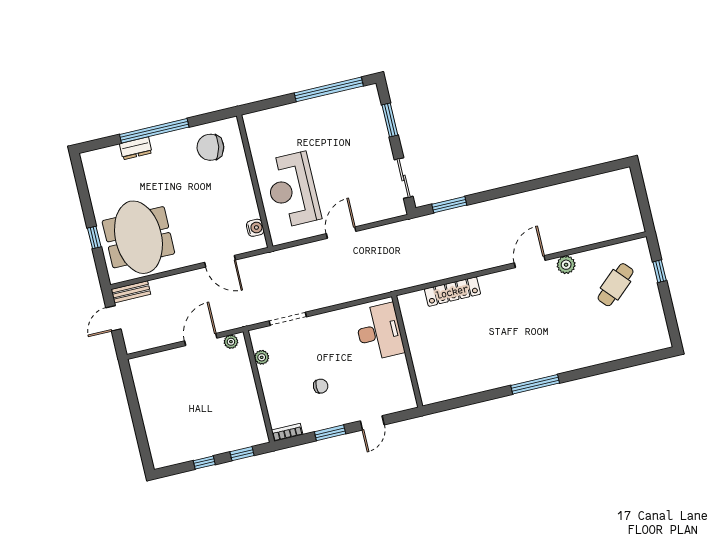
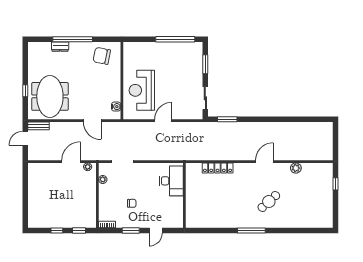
plant: (566, 265) -> (296, 168), moved
cafe table: (616, 285) -> (269, 201), moved

